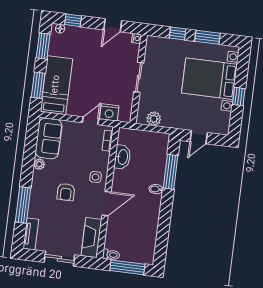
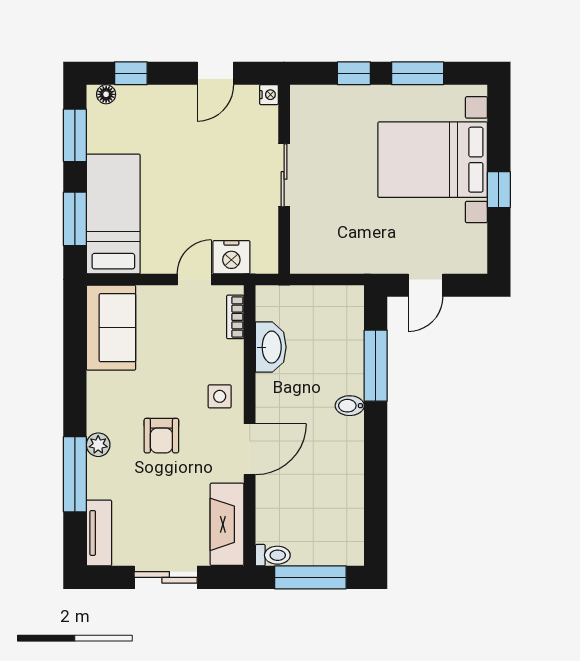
plant: (154, 119) -> (326, 259), removed
plant: (39, 164) -> (98, 445), moved

